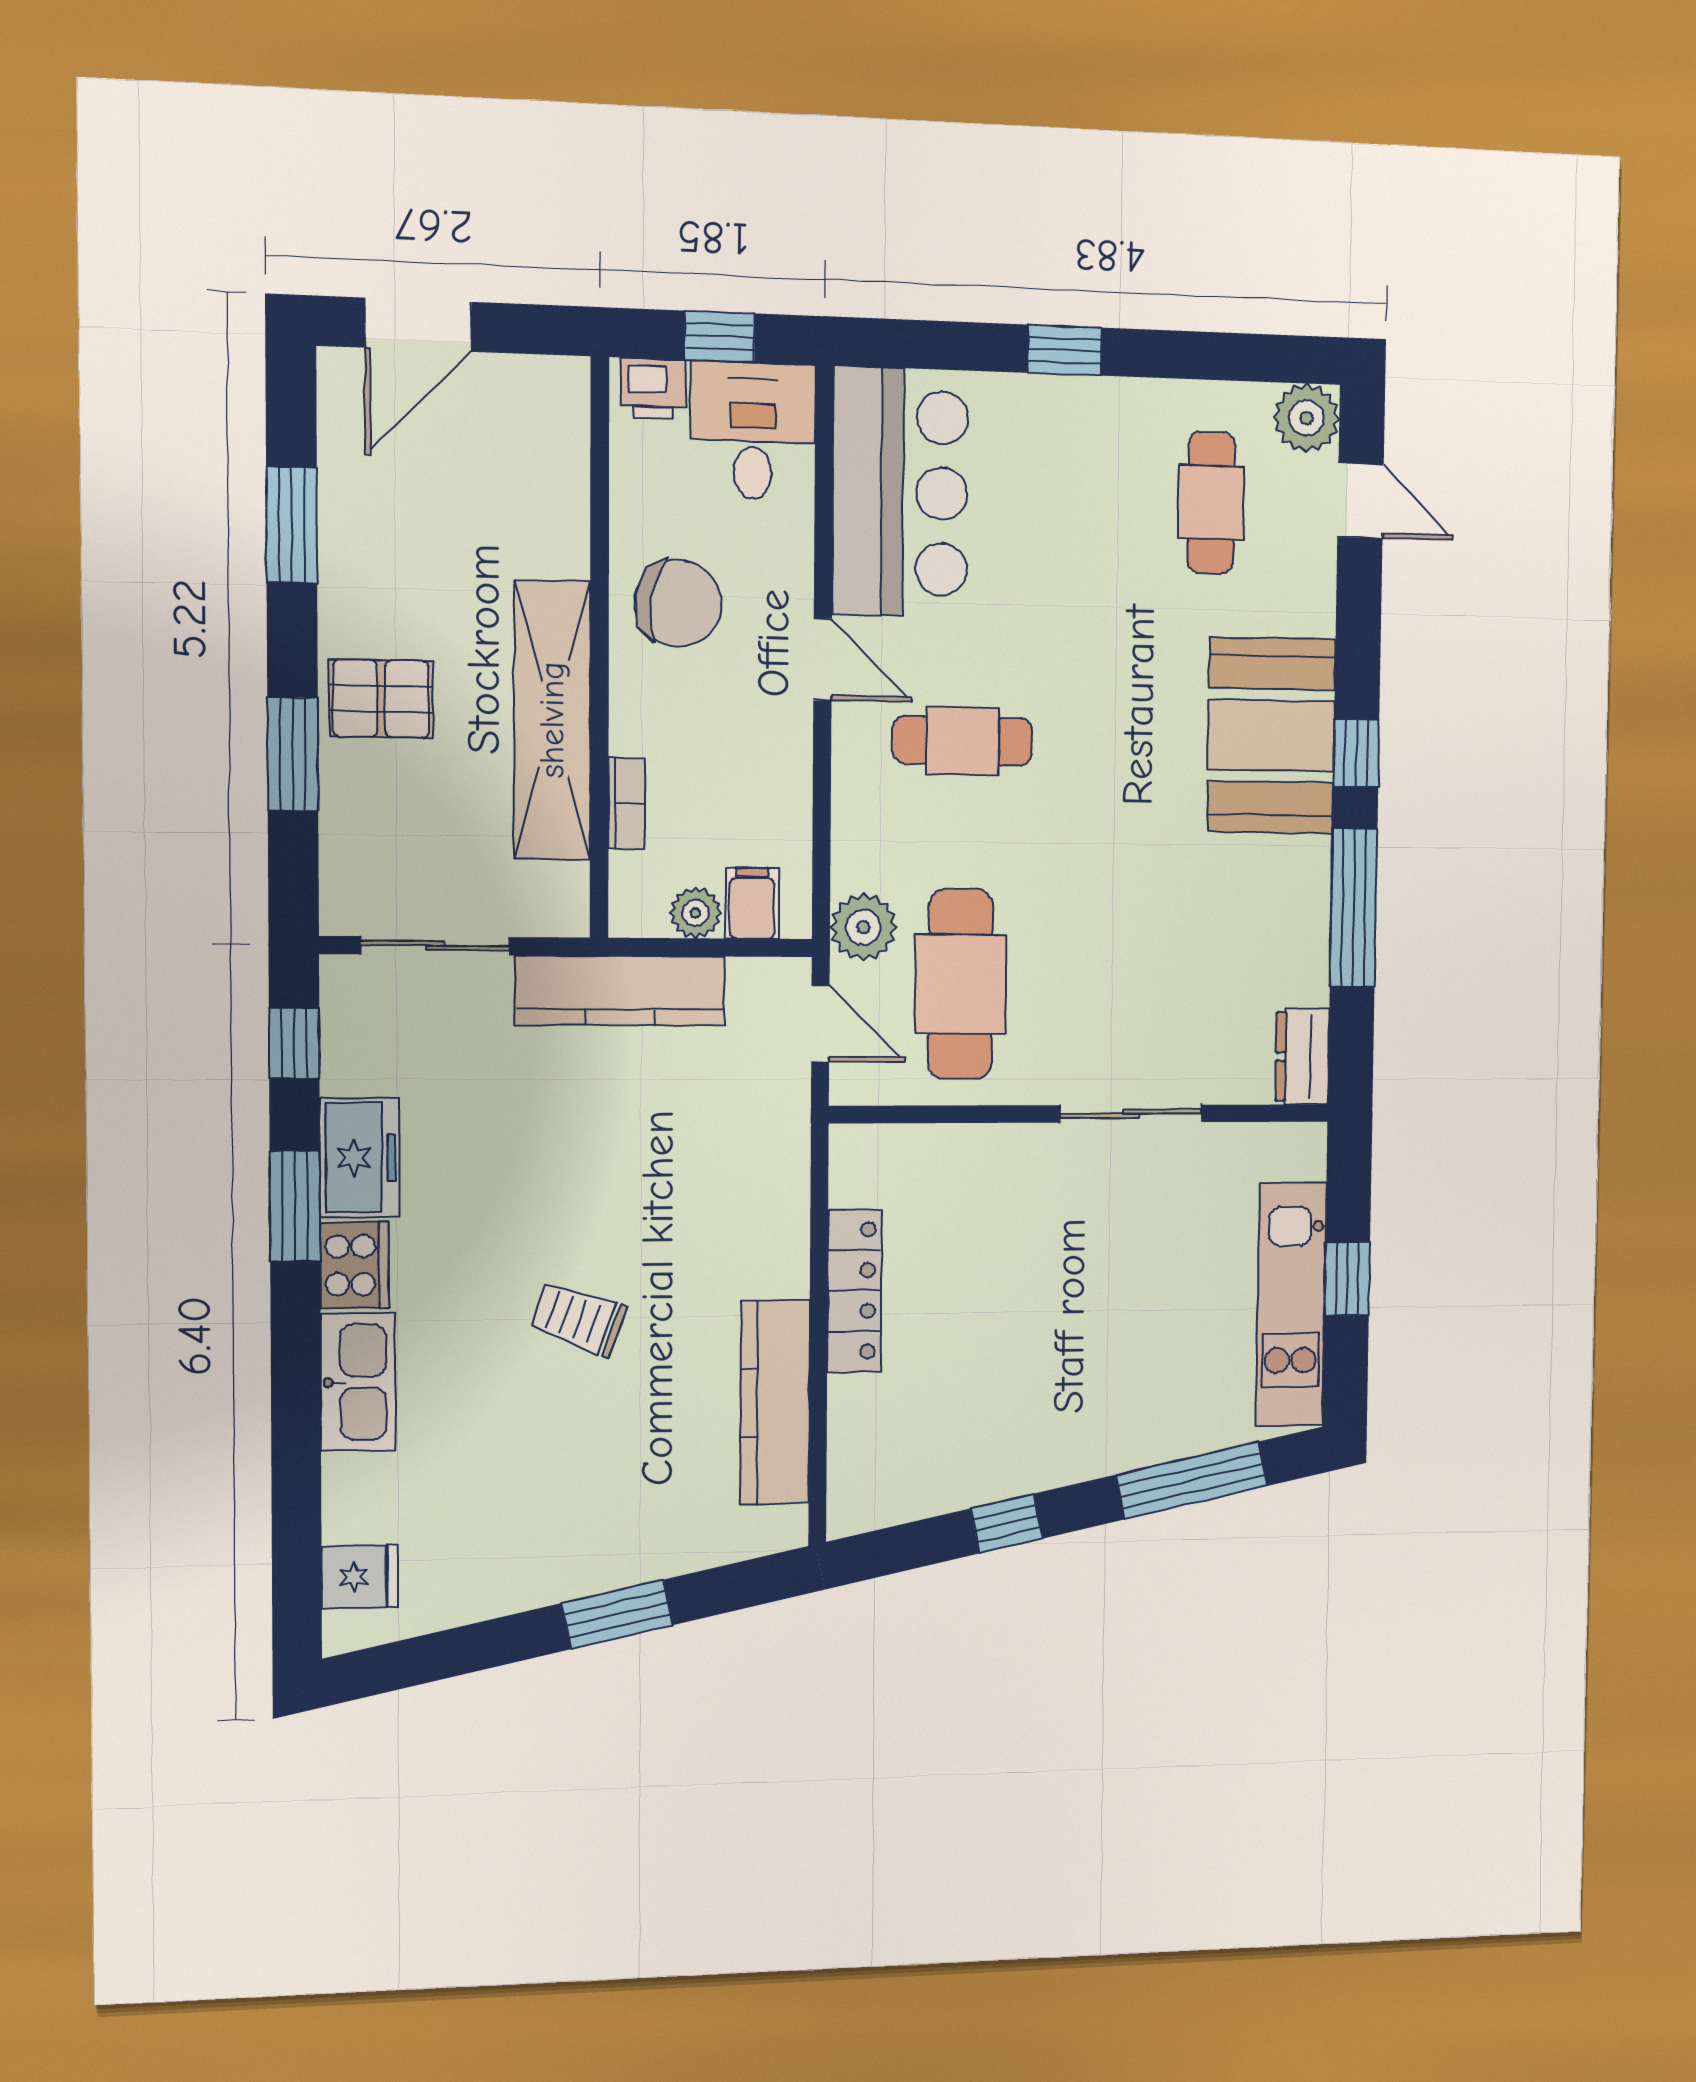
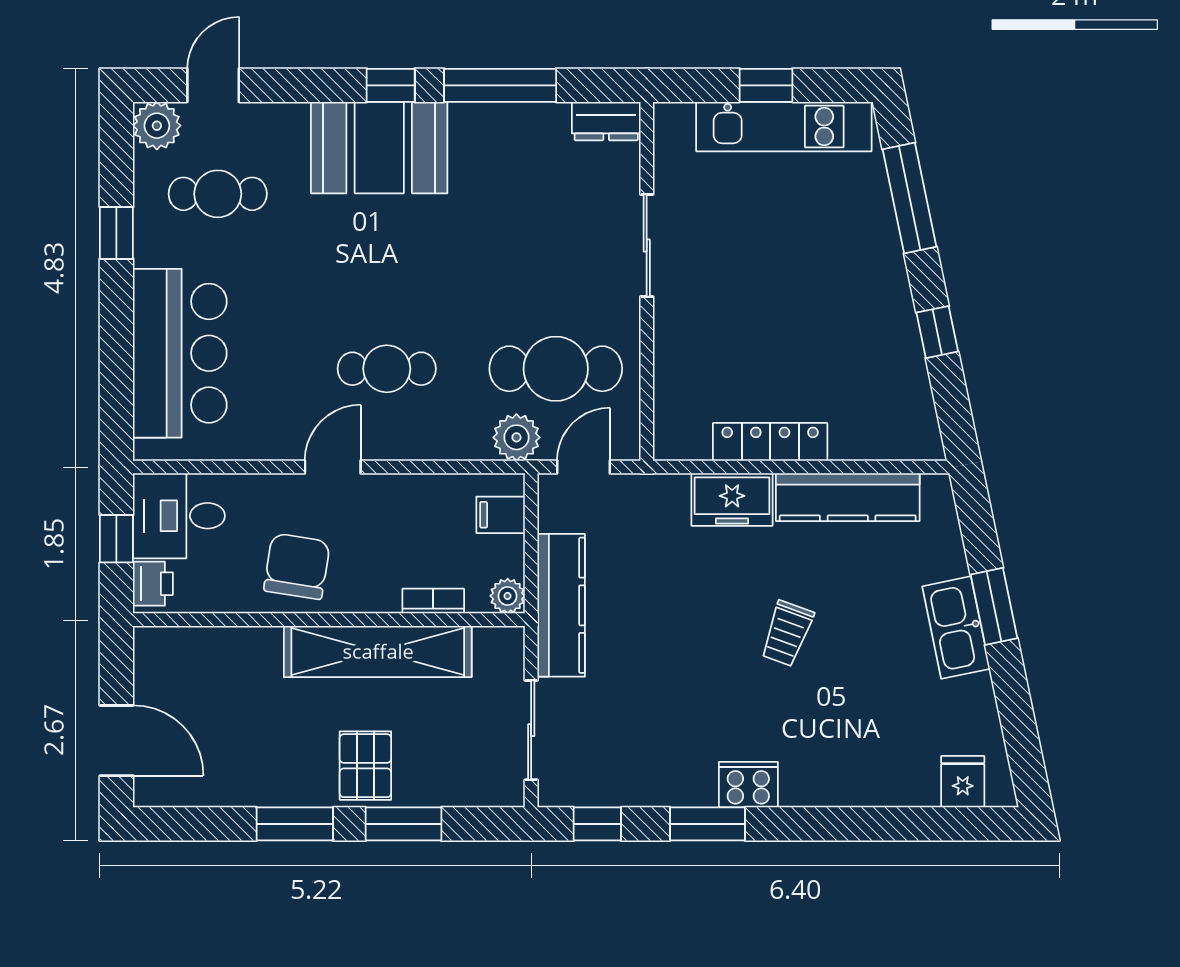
window: (1065, 350) -> (116, 233), moved
bar counter: (900, 492) -> (180, 353), moved, turned 90
window: (292, 525) -> (295, 824), moved
cafe table: (963, 741) -> (387, 369), turned 90
plant: (695, 913) -> (508, 596), moved
freezer: (359, 1158) -> (732, 499), moved, turned 180
kitchen sink: (358, 1382) -> (956, 628), moved, turned -102

